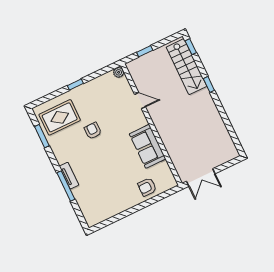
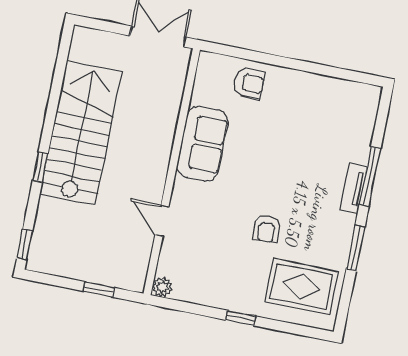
stairs: (187, 67) -> (81, 133), moved, width x1.36, depth x1.51
window: (42, 136) -> (356, 248), moved

